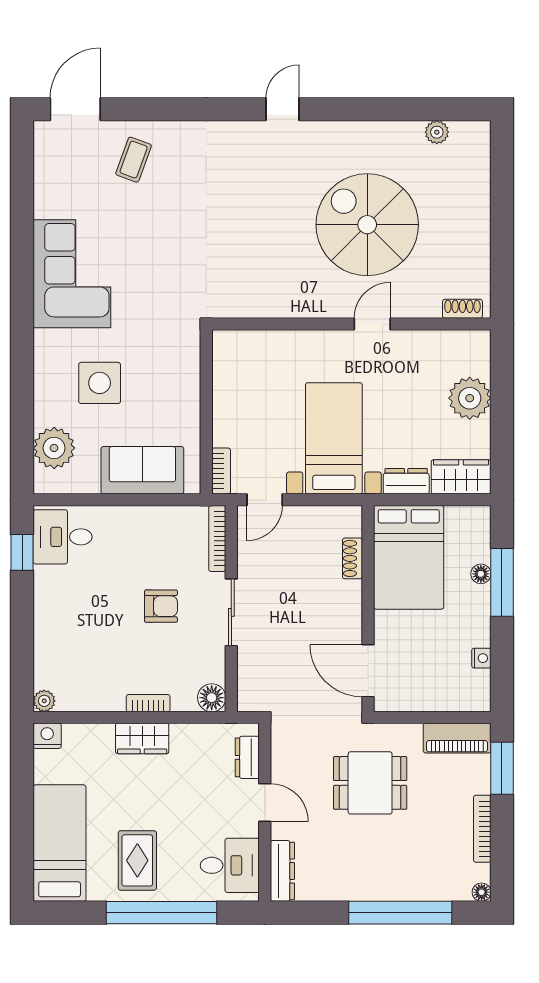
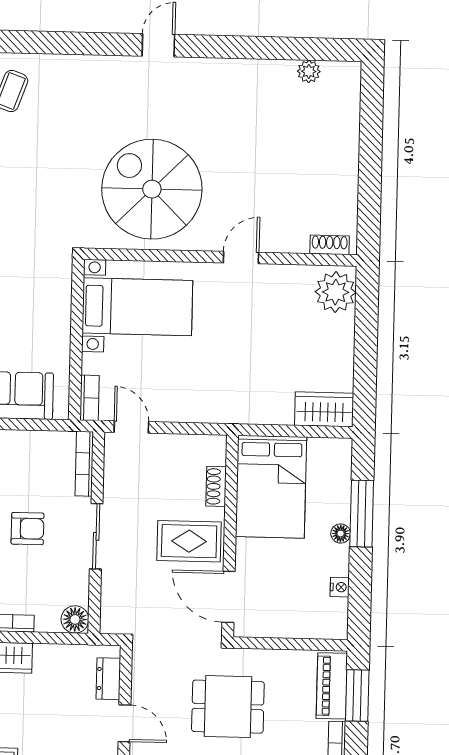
spiral stairs: (367, 225) -> (152, 189), moved
plant: (470, 398) -> (336, 292), moved
bed with nightstands: (334, 438) -> (137, 307), moved, turned 90
dresser: (406, 481) -> (270, 412), removed
door: (265, 500) -> (131, 427), swing flipped
floor lamp: (481, 574) -> (341, 534), moved
rug: (326, 615) -> (189, 541), added
piano: (457, 738) -> (332, 686), moved, turned 90

